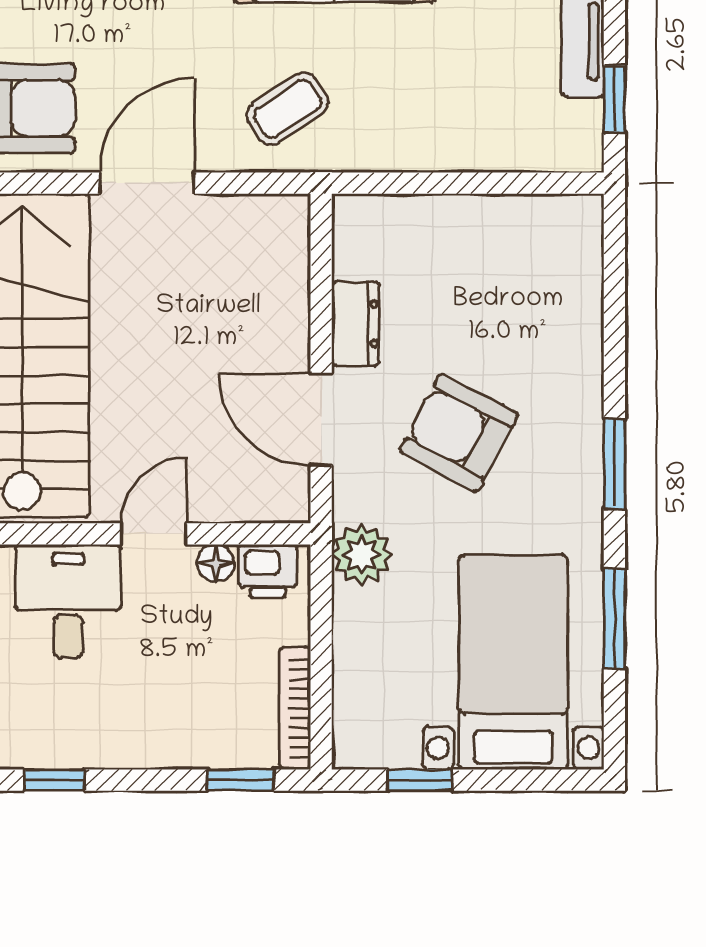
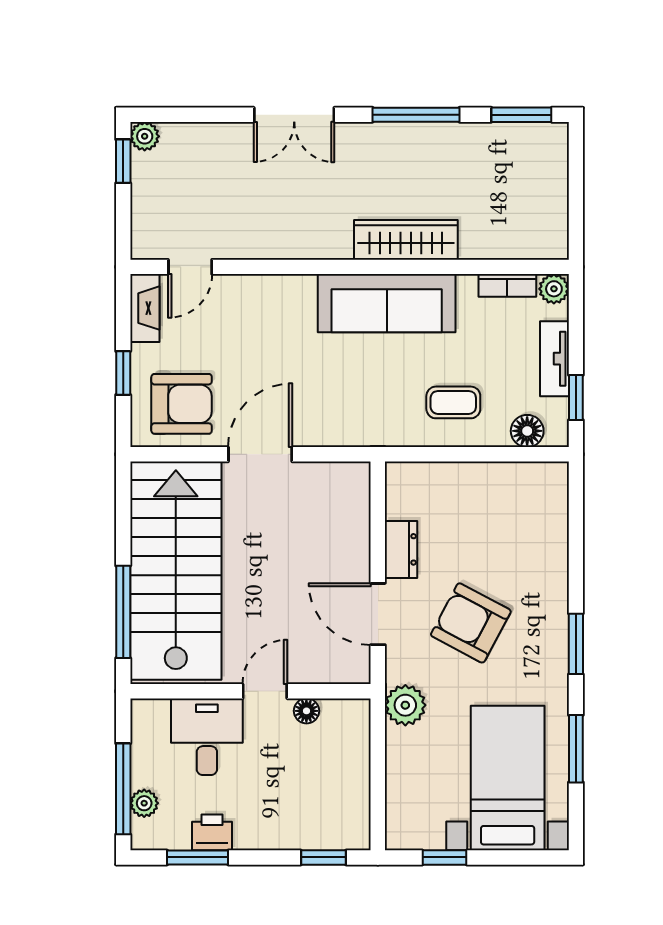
coffee table: (288, 109) -> (453, 402), moved, turned 34
floor lamp: (542, 149) -> (527, 431), added
printer: (268, 571) -> (212, 832), moved, turned 180
bookcase: (295, 708) -> (360, 809), removed
window: (54, 780) -> (198, 857), width x1.50

